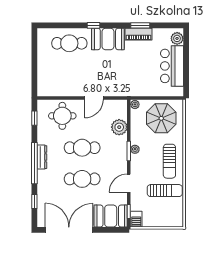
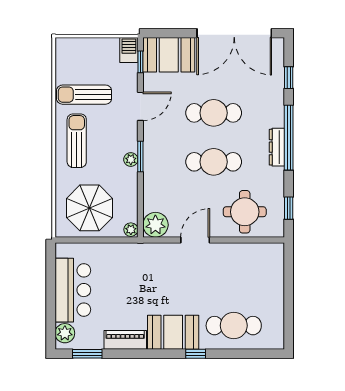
window: (140, 25) -> (87, 354), moved
plant: (119, 127) -> (155, 225), moved

